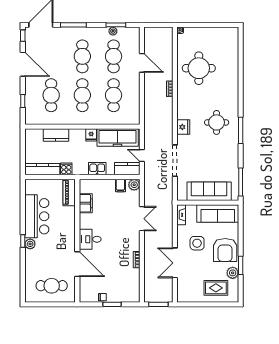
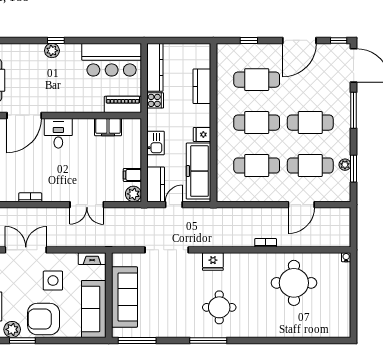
bar counter: (37, 216) -> (112, 60), moved

